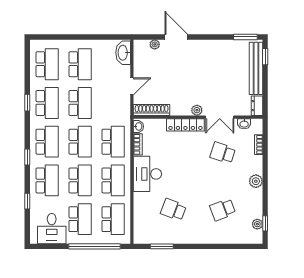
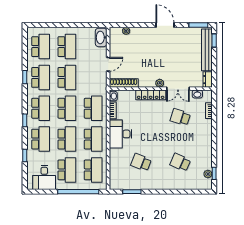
door: (176, 37) -> (165, 25), moved
plant: (256, 181) -> (207, 140), removed
school desk: (223, 210) -> (180, 162), turned 45

